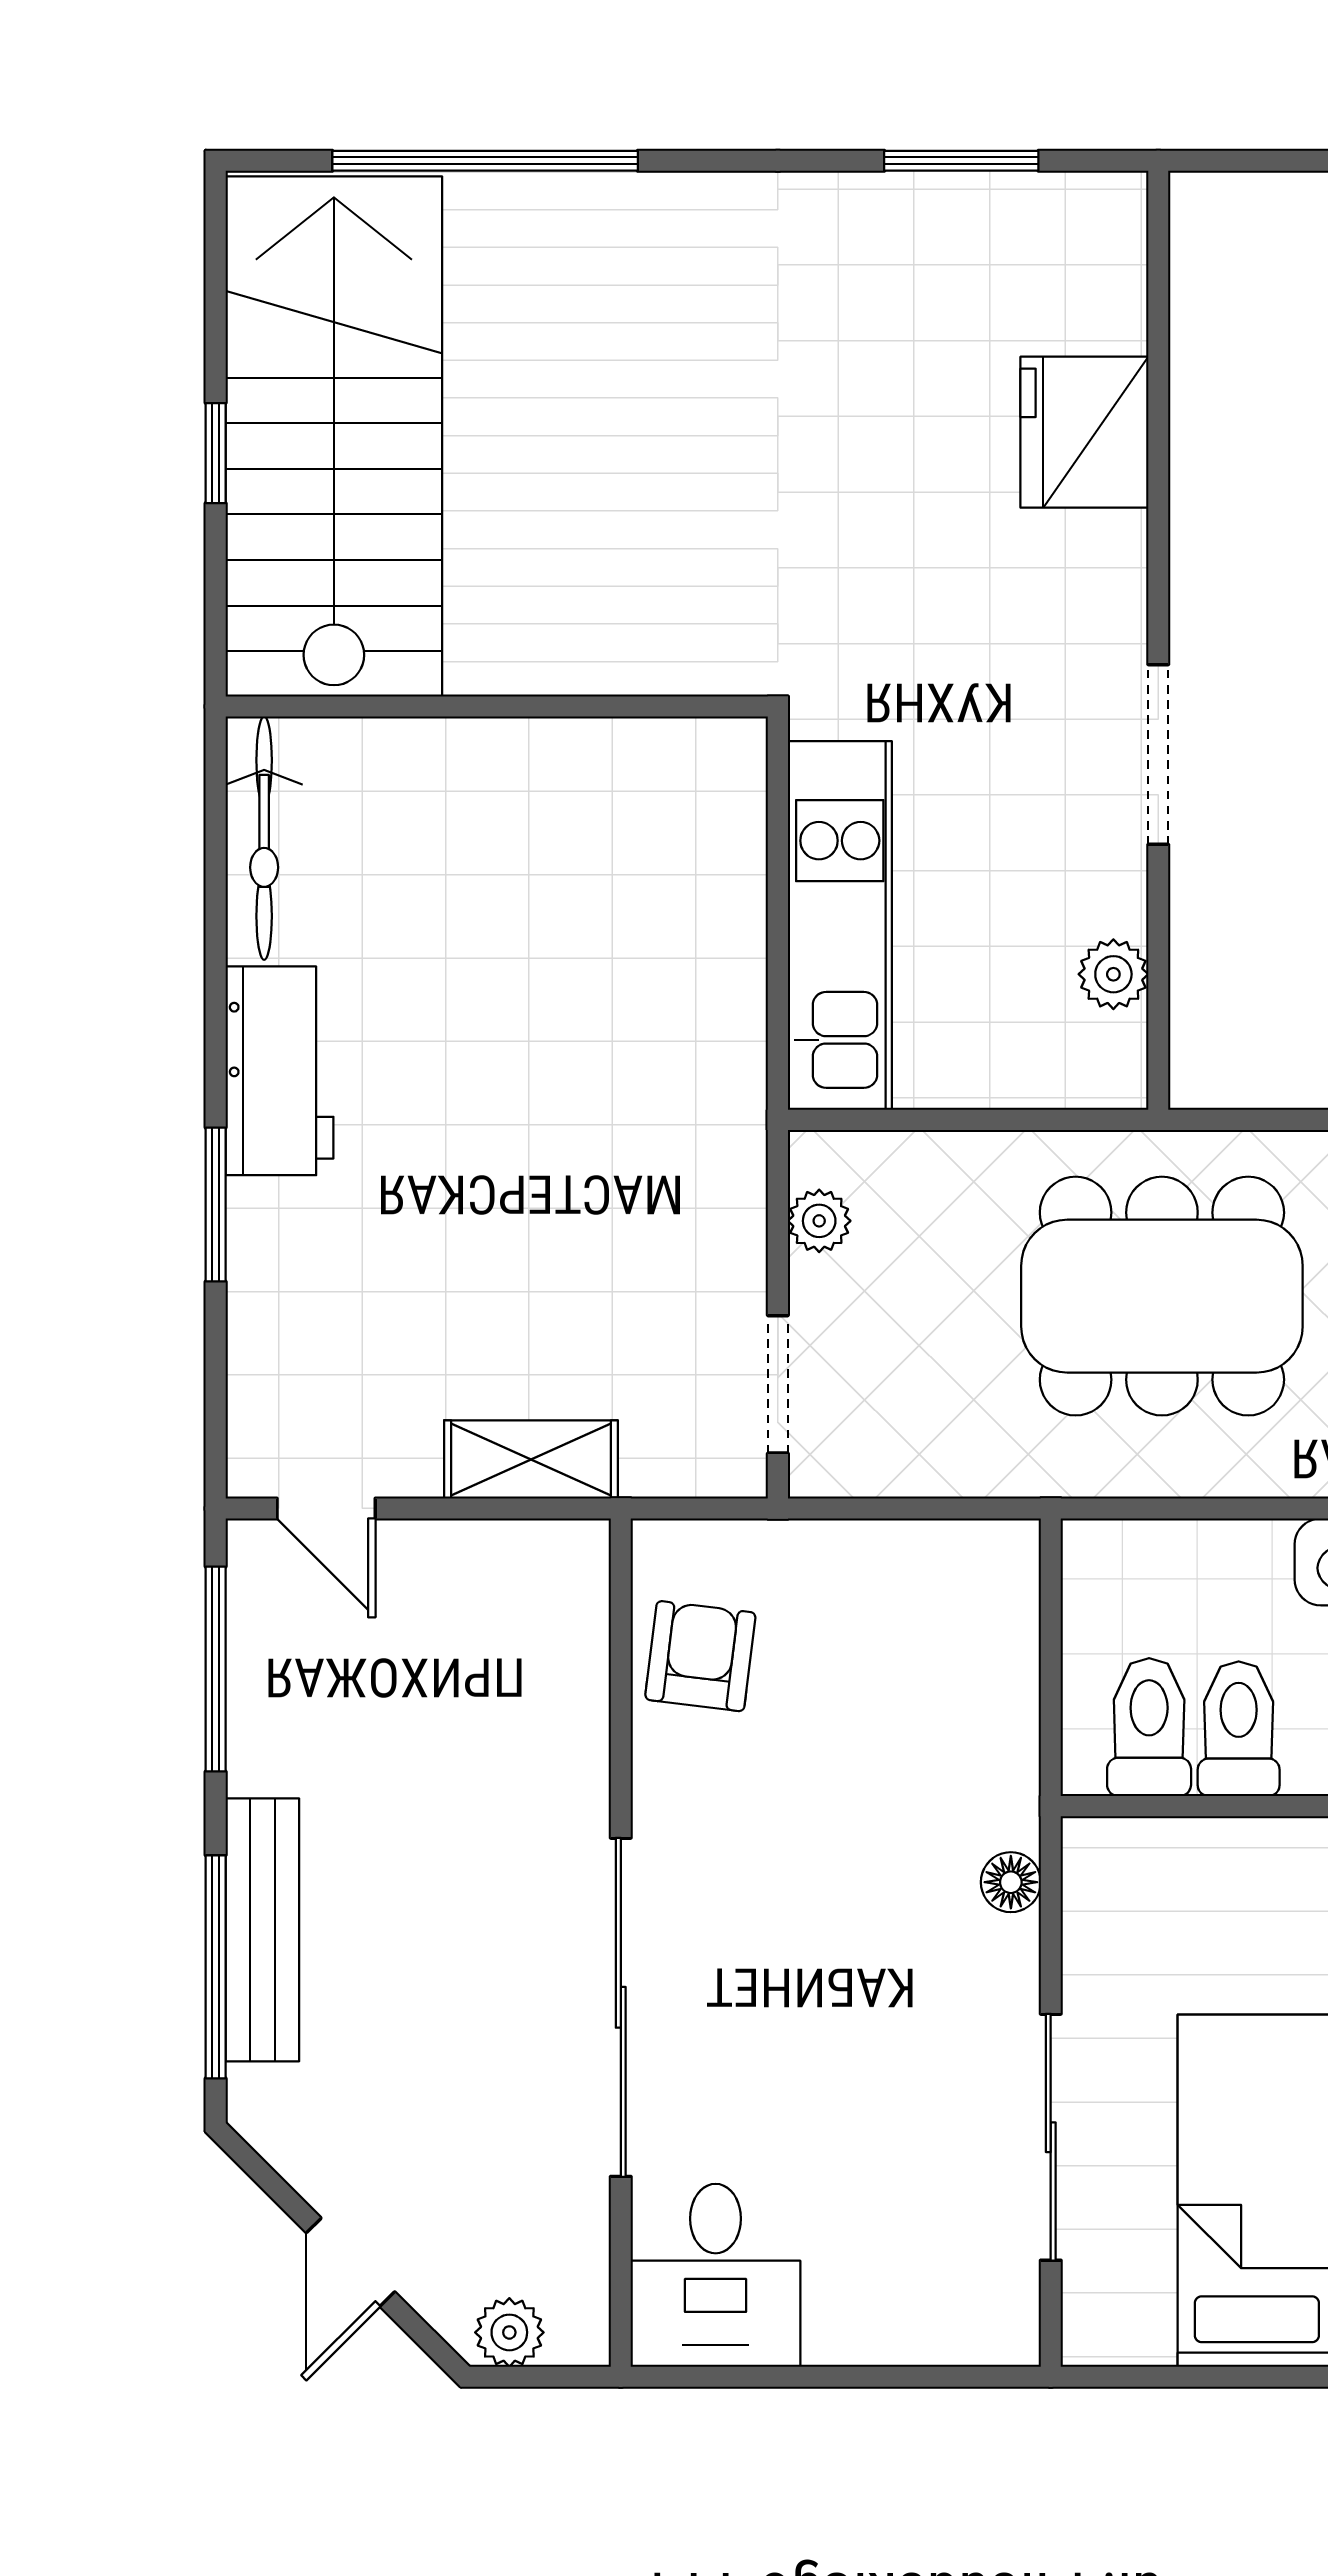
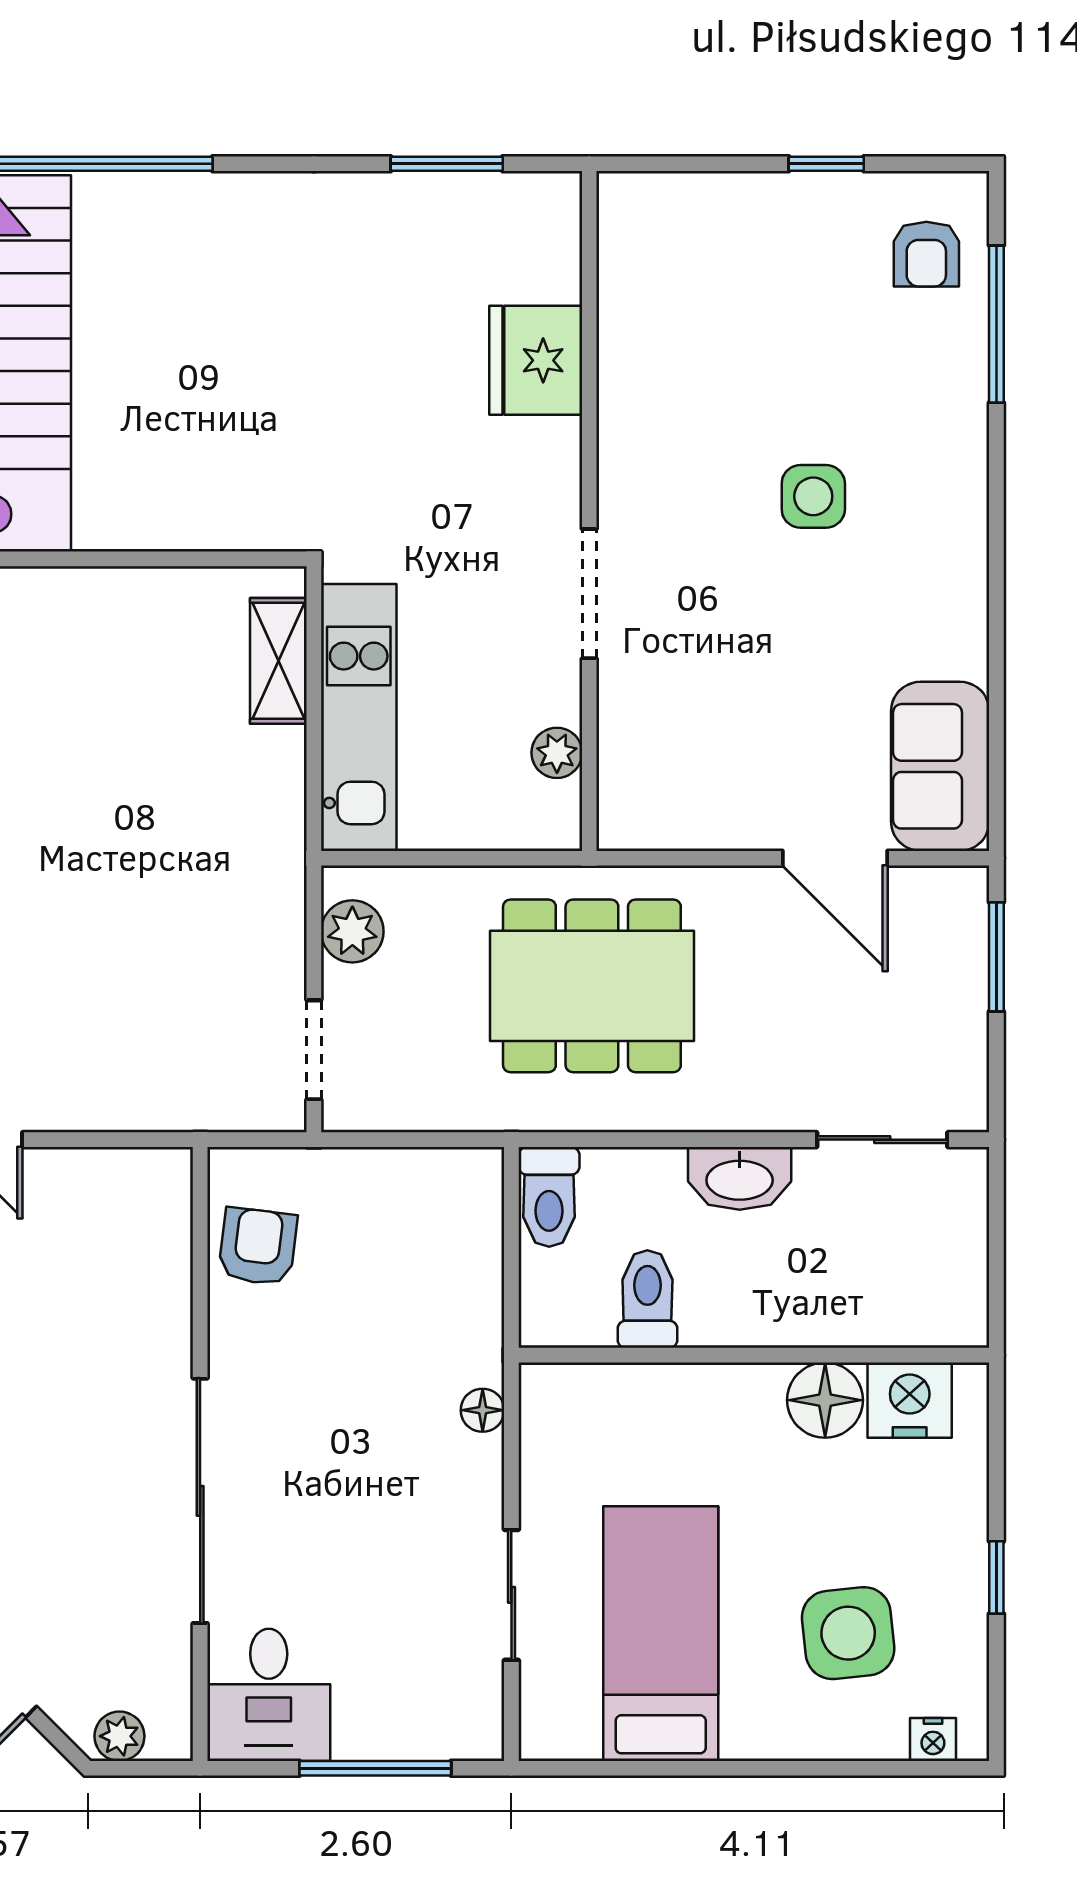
plant: (819, 1221) -> (352, 931), width x1.38, depth x1.38
shelving: (531, 1459) -> (278, 661), moved, turned 90
toilet: (1149, 1727) -> (549, 1197), moved, turned 180
sliding door: (1051, 2137) -> (511, 1595), width x0.73
window: (863, 2377) -> (375, 1768), added

